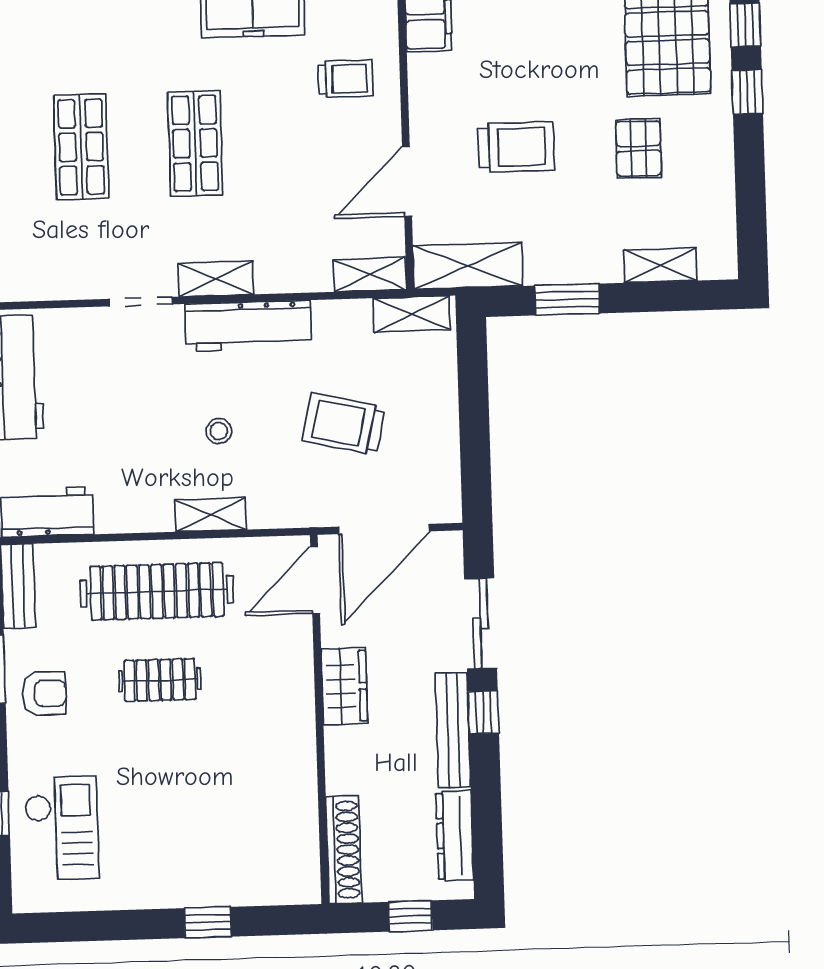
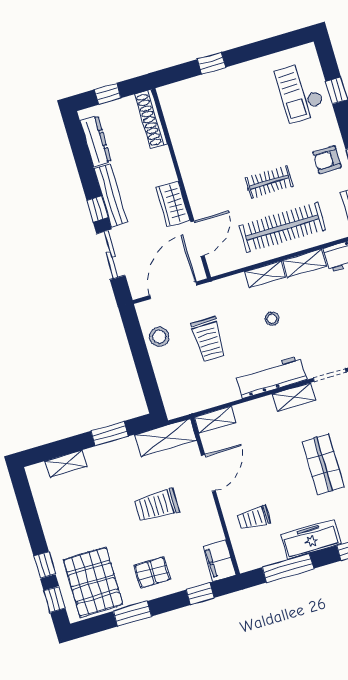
pallet: (639, 148) -> (152, 573), moved, turned 90
shelving: (411, 314) -> (304, 263), moved
trolley: (344, 424) -> (208, 339), turned 77
stool: (431, 451) -> (159, 337), added
door: (315, 580) -> (197, 239), moved

